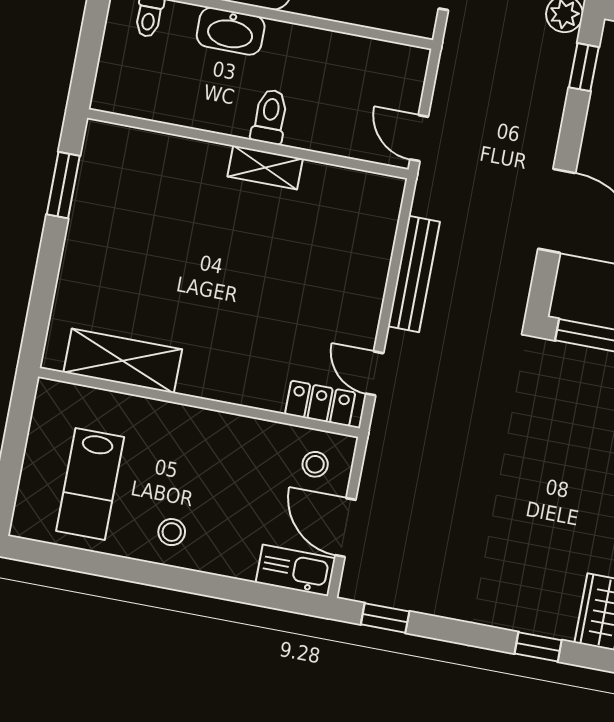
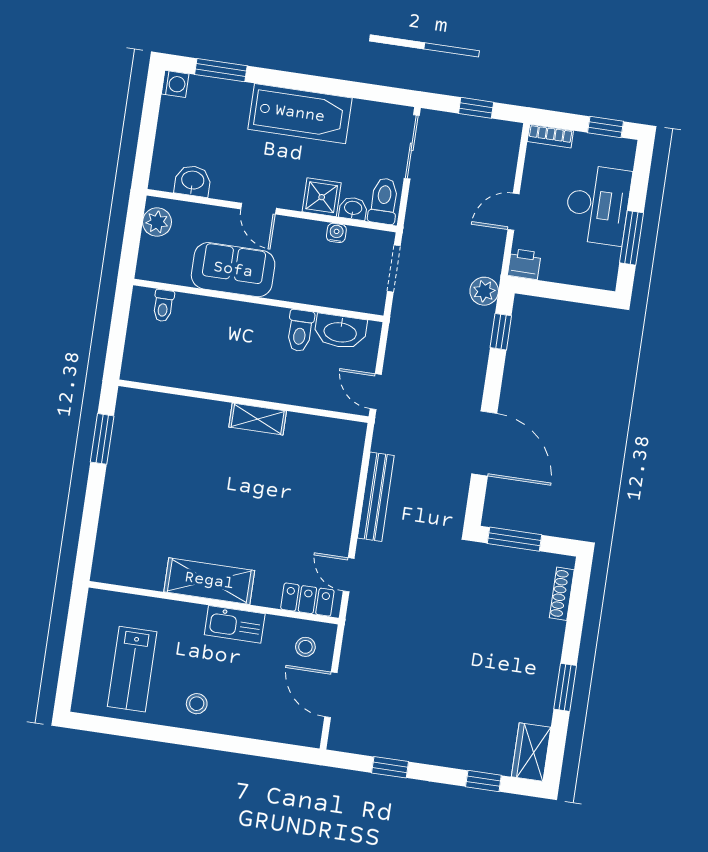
washbasin: (231, 31) -> (340, 331), moved
toilet: (270, 117) -> (300, 331), moved, turned 180
shelving: (123, 361) -> (209, 581), moved
kitchen sink: (296, 570) -> (235, 624), moved, turned 180
window: (385, 618) -> (390, 767), moved

